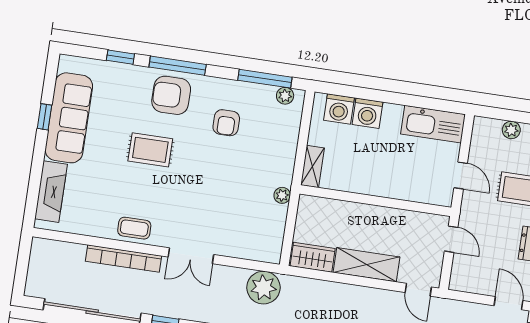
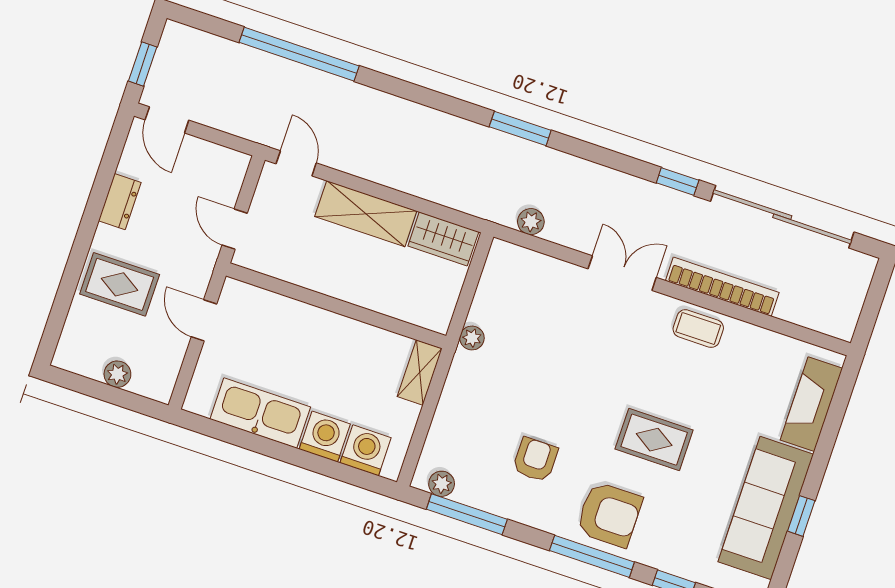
kitchen sink: (433, 124) -> (260, 413), moved
plant: (263, 288) -> (531, 222), width x0.53, depth x0.53

